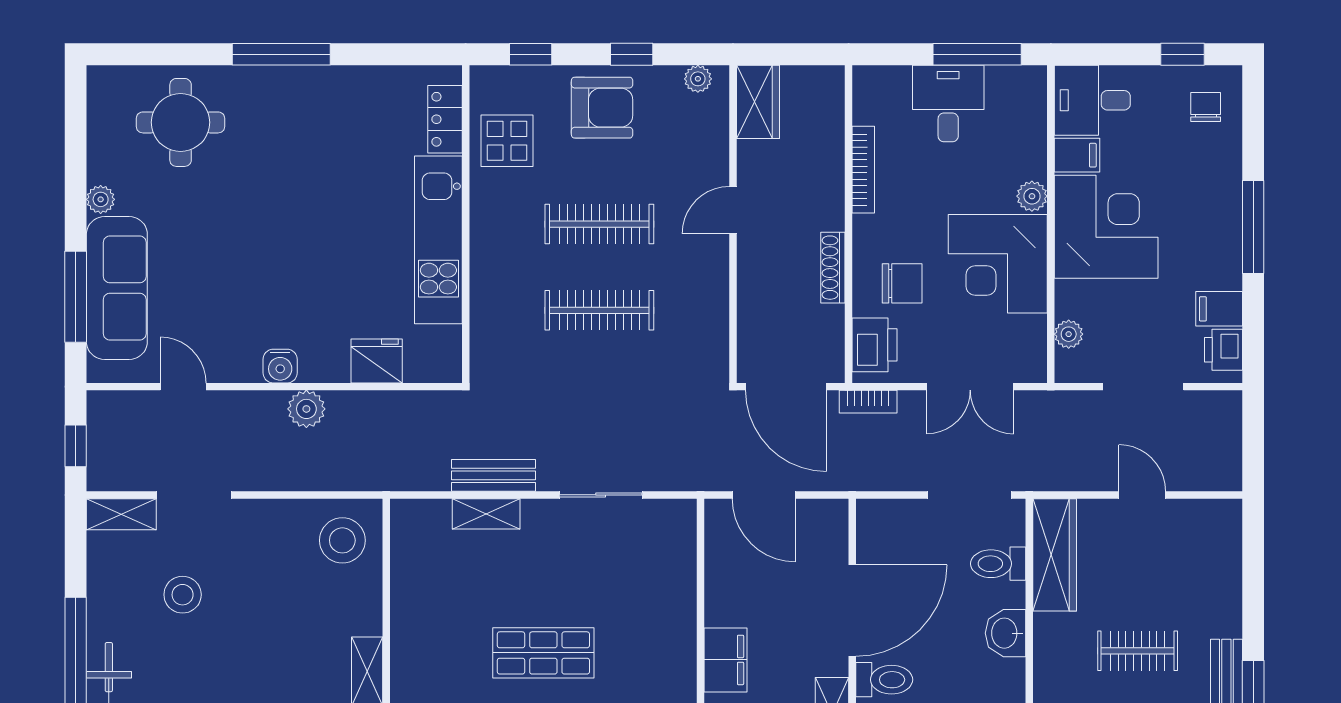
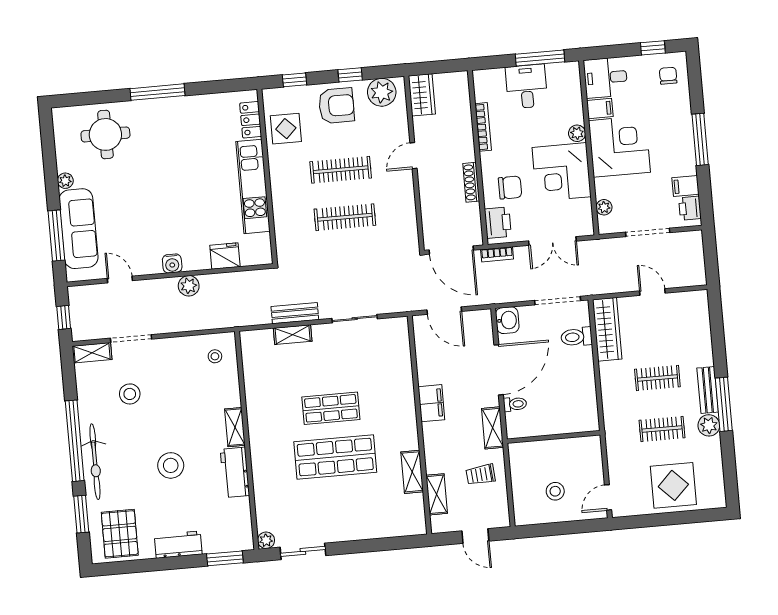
plant: (698, 79) -> (382, 92), width x1.88, depth x1.88
stool: (342, 540) -> (215, 356), width x0.53, depth x0.53
washbasin: (1005, 633) -> (507, 320), moved, turned 180
toilet: (884, 680) -> (515, 404), width x0.73, depth x0.72

